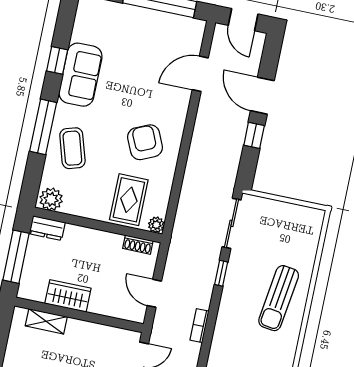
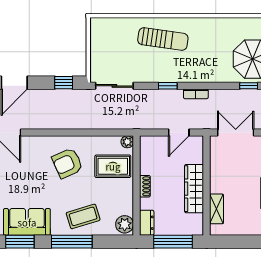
window: (57, 60) -> (20, 242), width x1.50
window: (254, 135) -> (64, 83), moved
shoe rack: (138, 245) -> (145, 186), moved
window: (221, 273) -> (168, 86), moved
wardrobe: (68, 296) -> (194, 189), width x1.50

